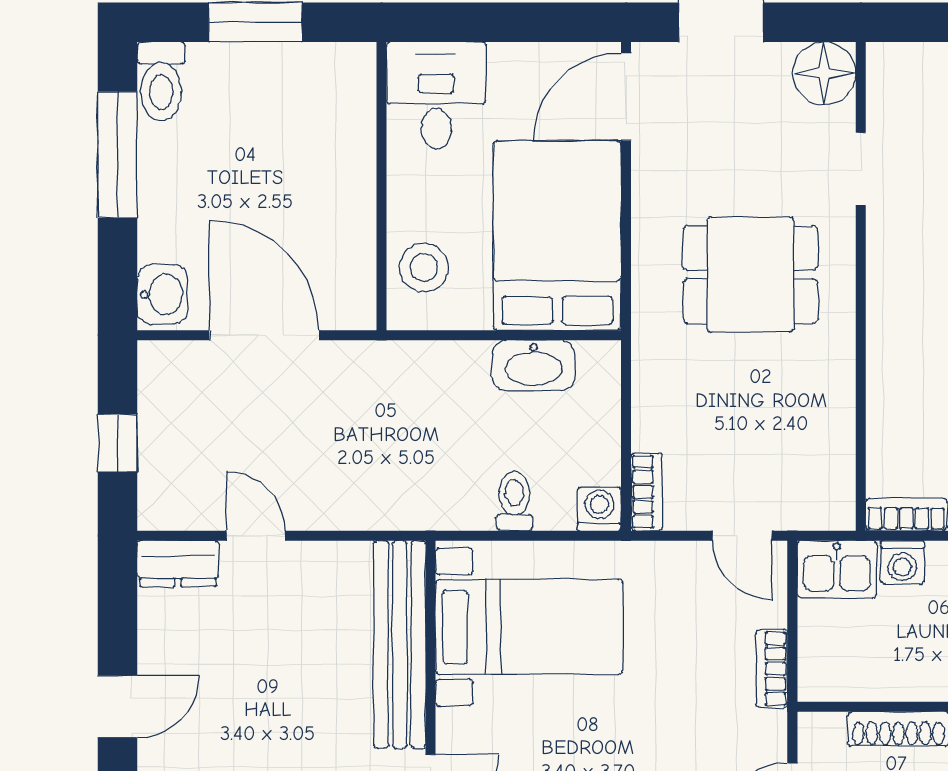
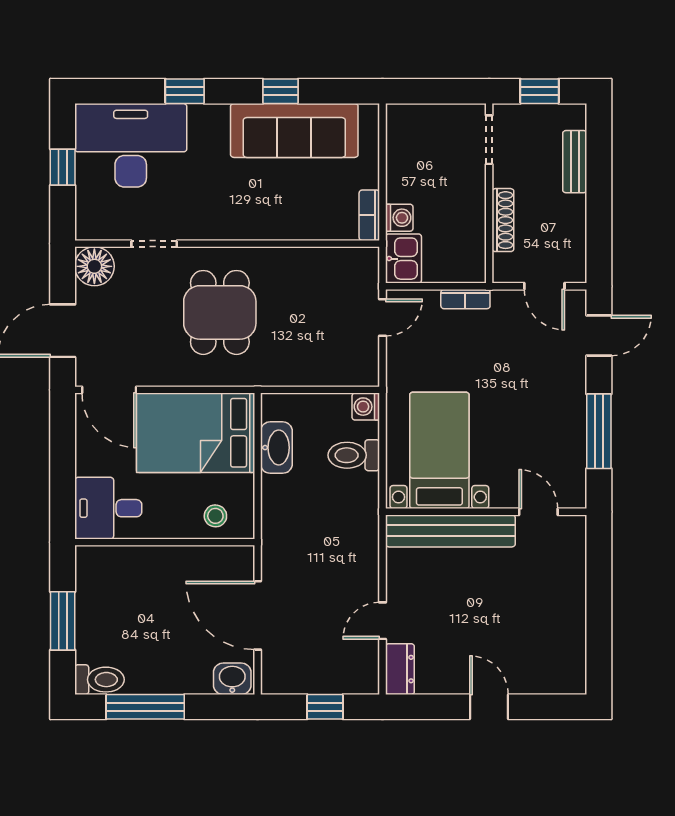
stool: (424, 267) -> (215, 516), width x0.73, depth x0.73
door: (264, 335) -> (258, 615), hinge flipped
bookcase: (647, 492) -> (355, 377), removed
toilet: (514, 501) -> (354, 455), width x1.37, depth x1.39

